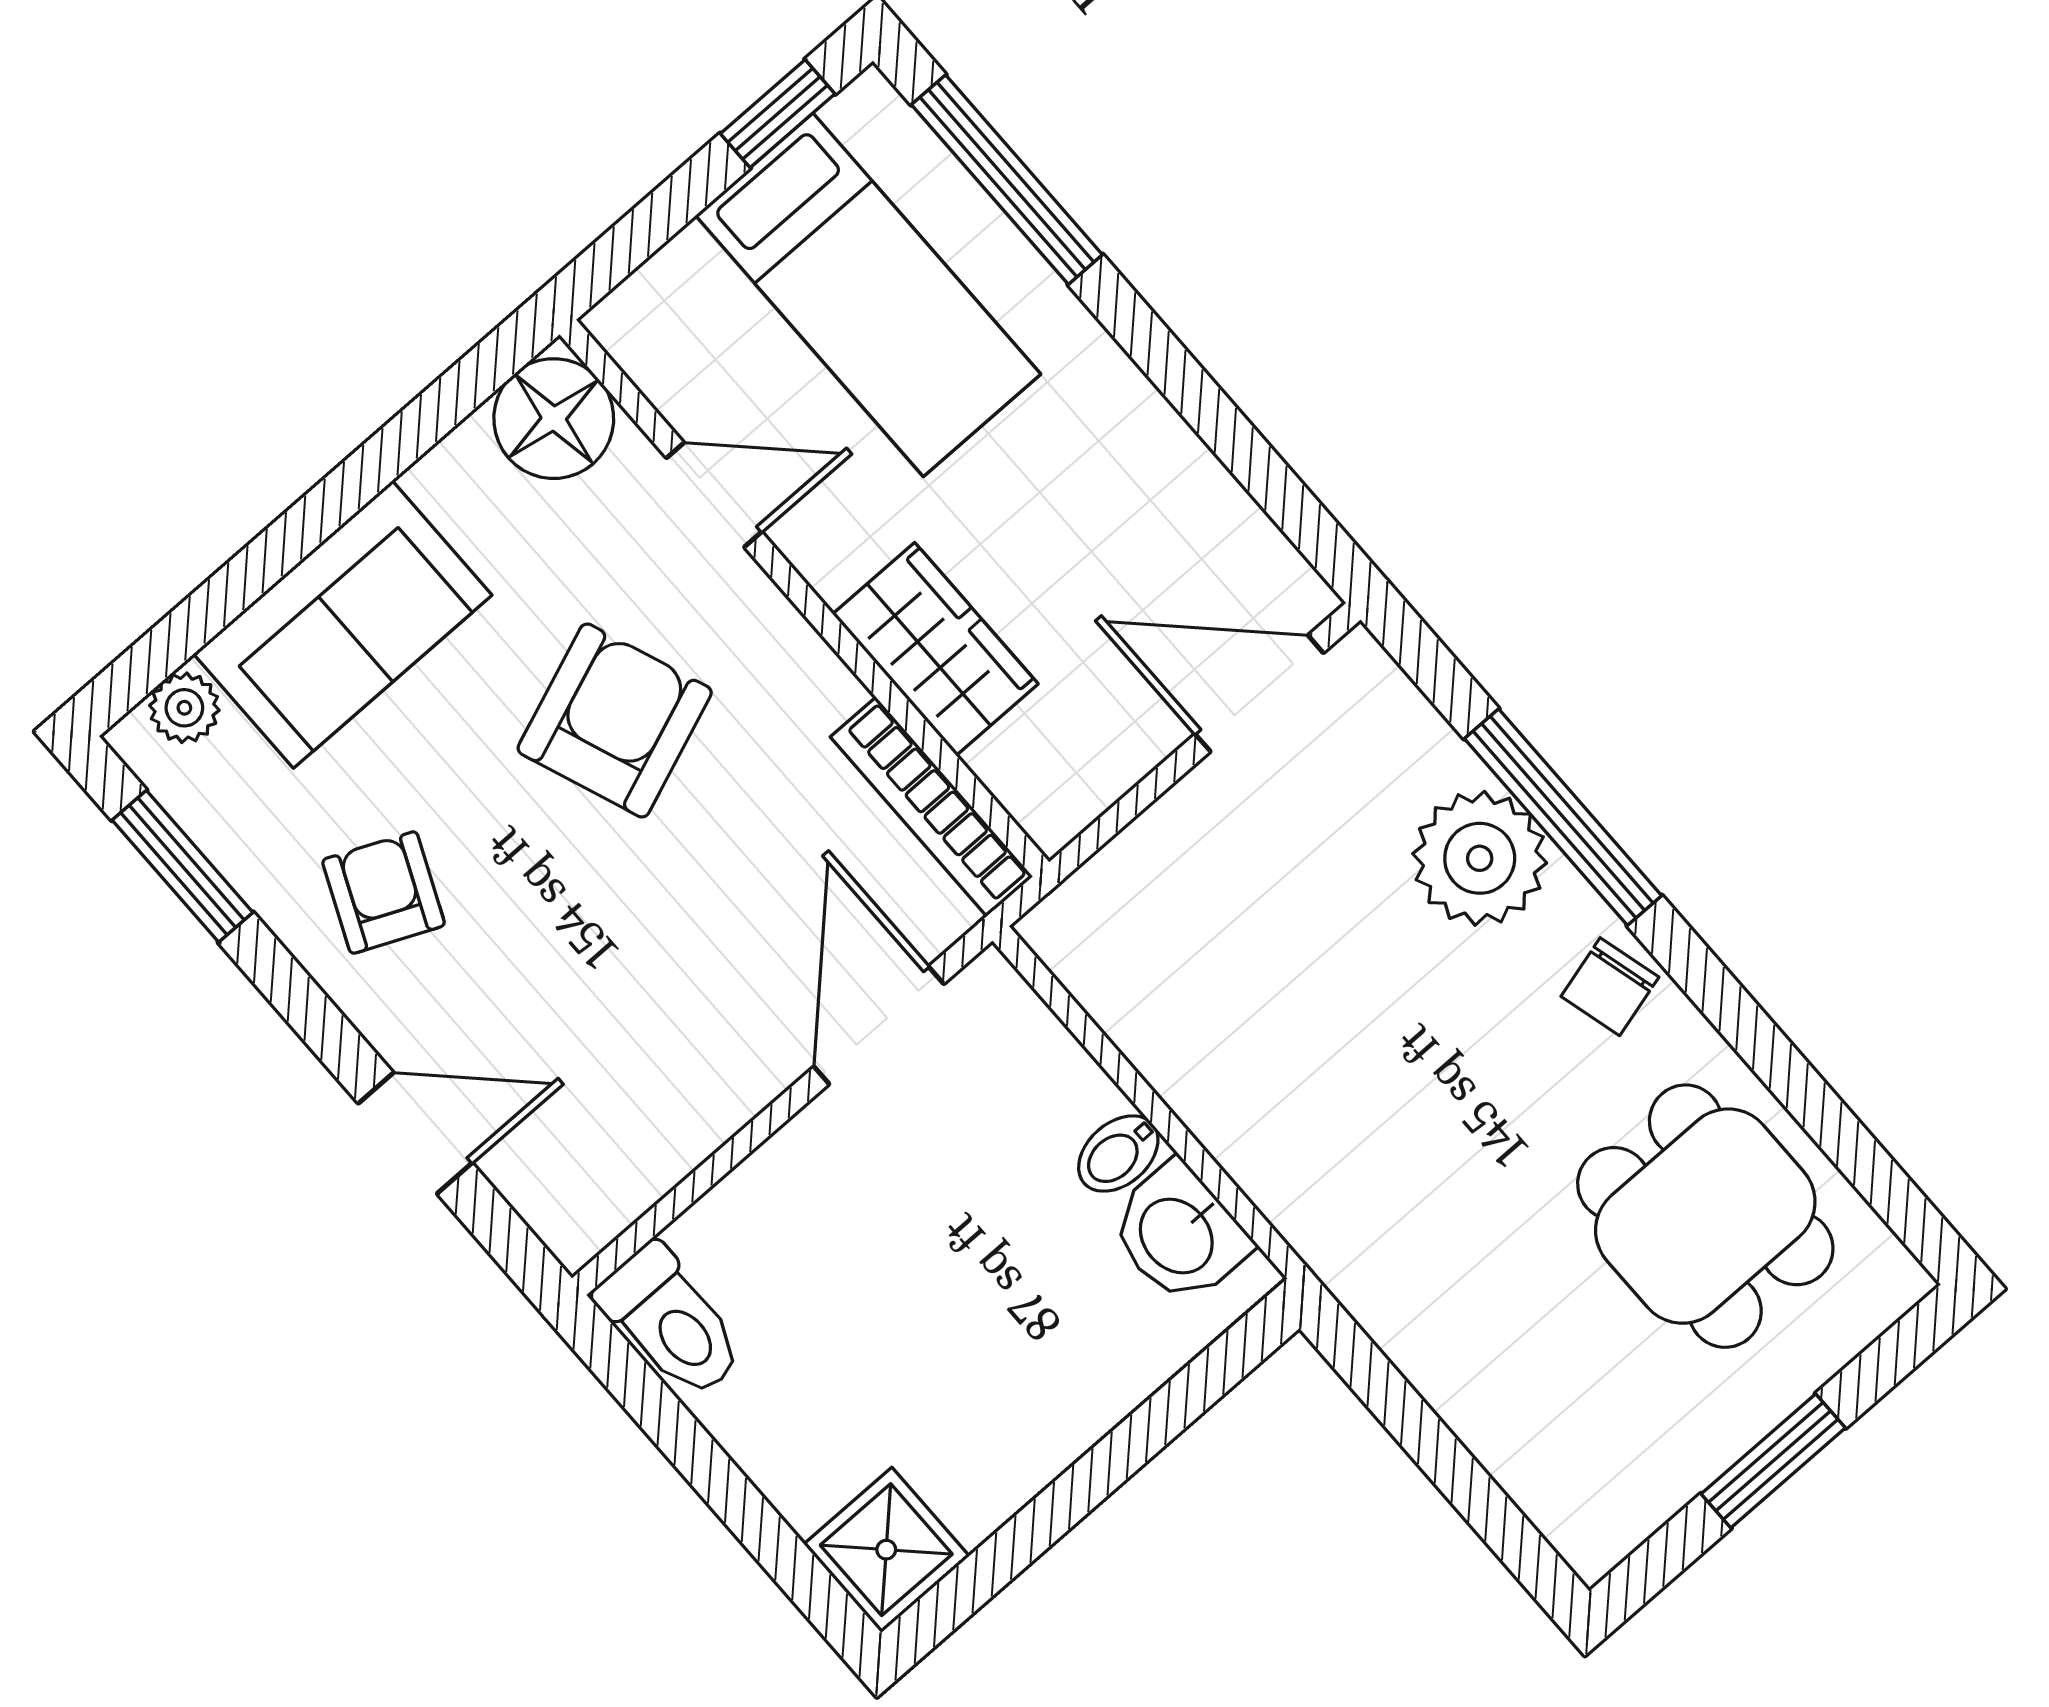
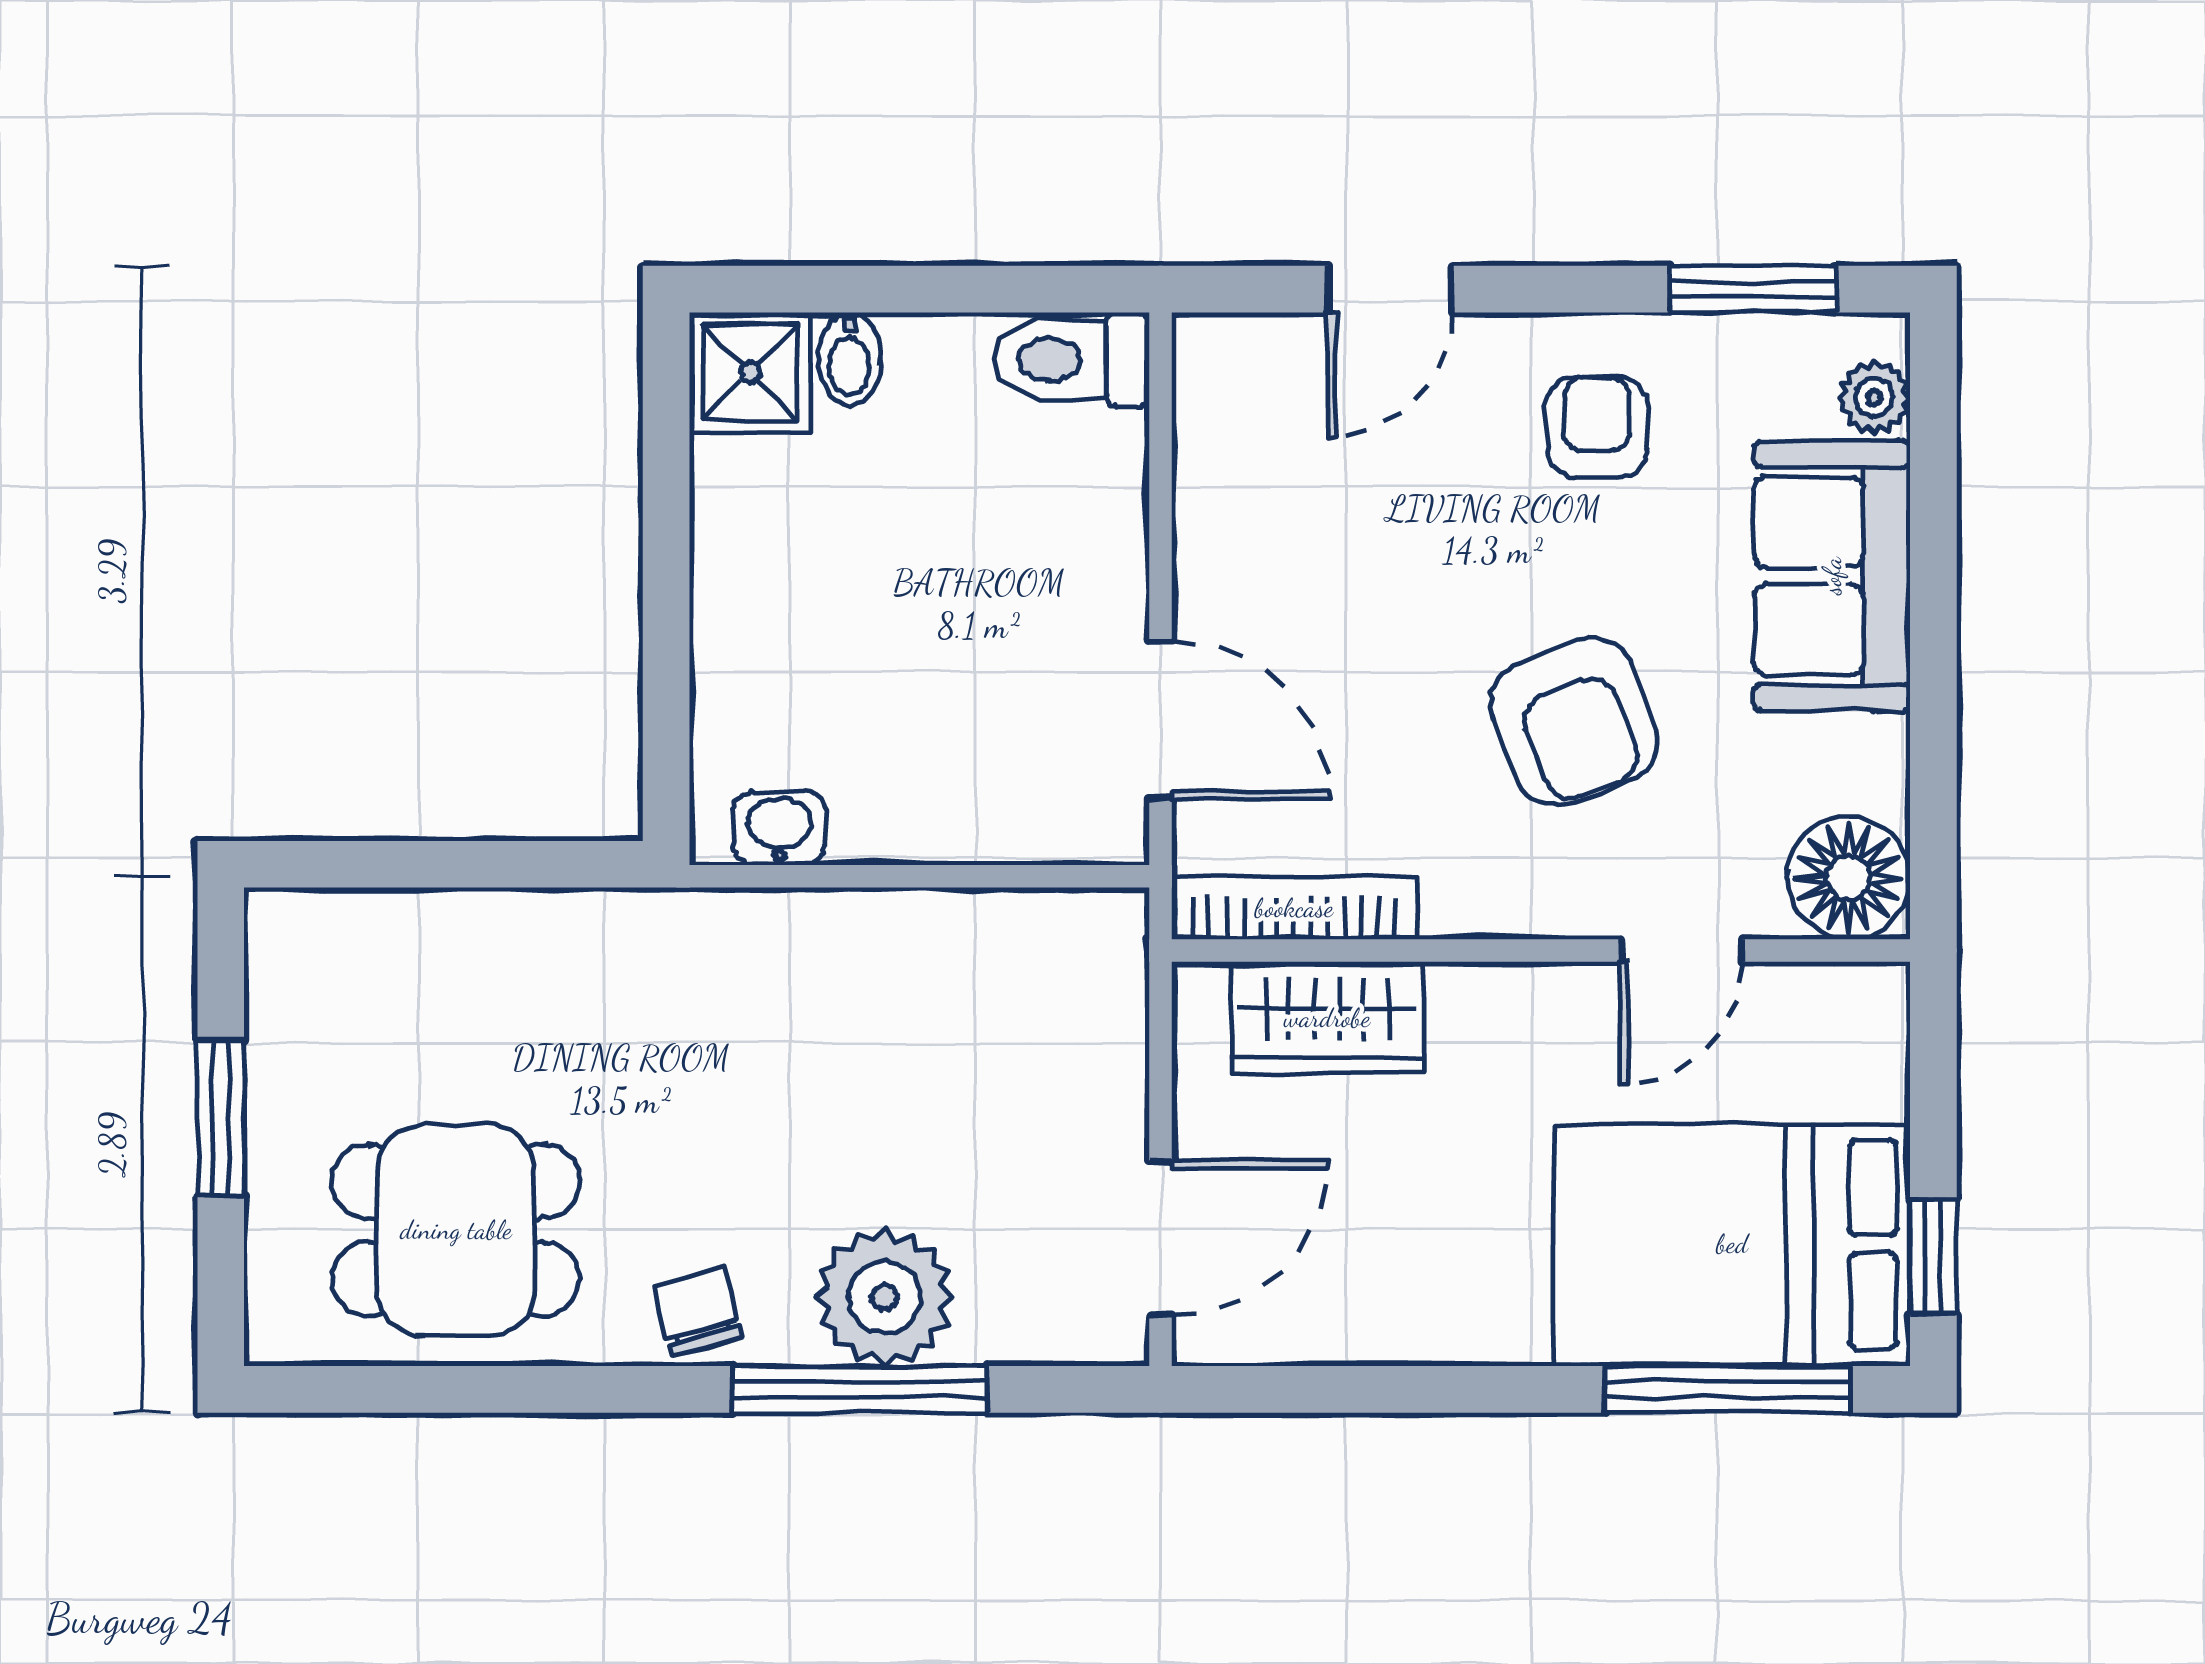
bed: (868, 295) -> (1732, 1244), width x1.50
wardrobe: (935, 649) -> (1327, 1018), moved
armchair: (384, 893) -> (1597, 427), turned -114
bidet: (1118, 1154) -> (849, 359), moved, turned 180
washbasin: (1179, 1234) -> (779, 828), width x0.72, depth x0.69

